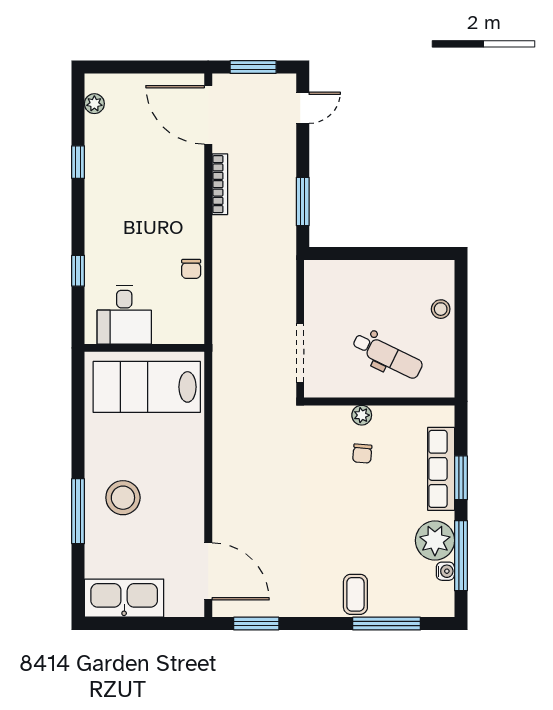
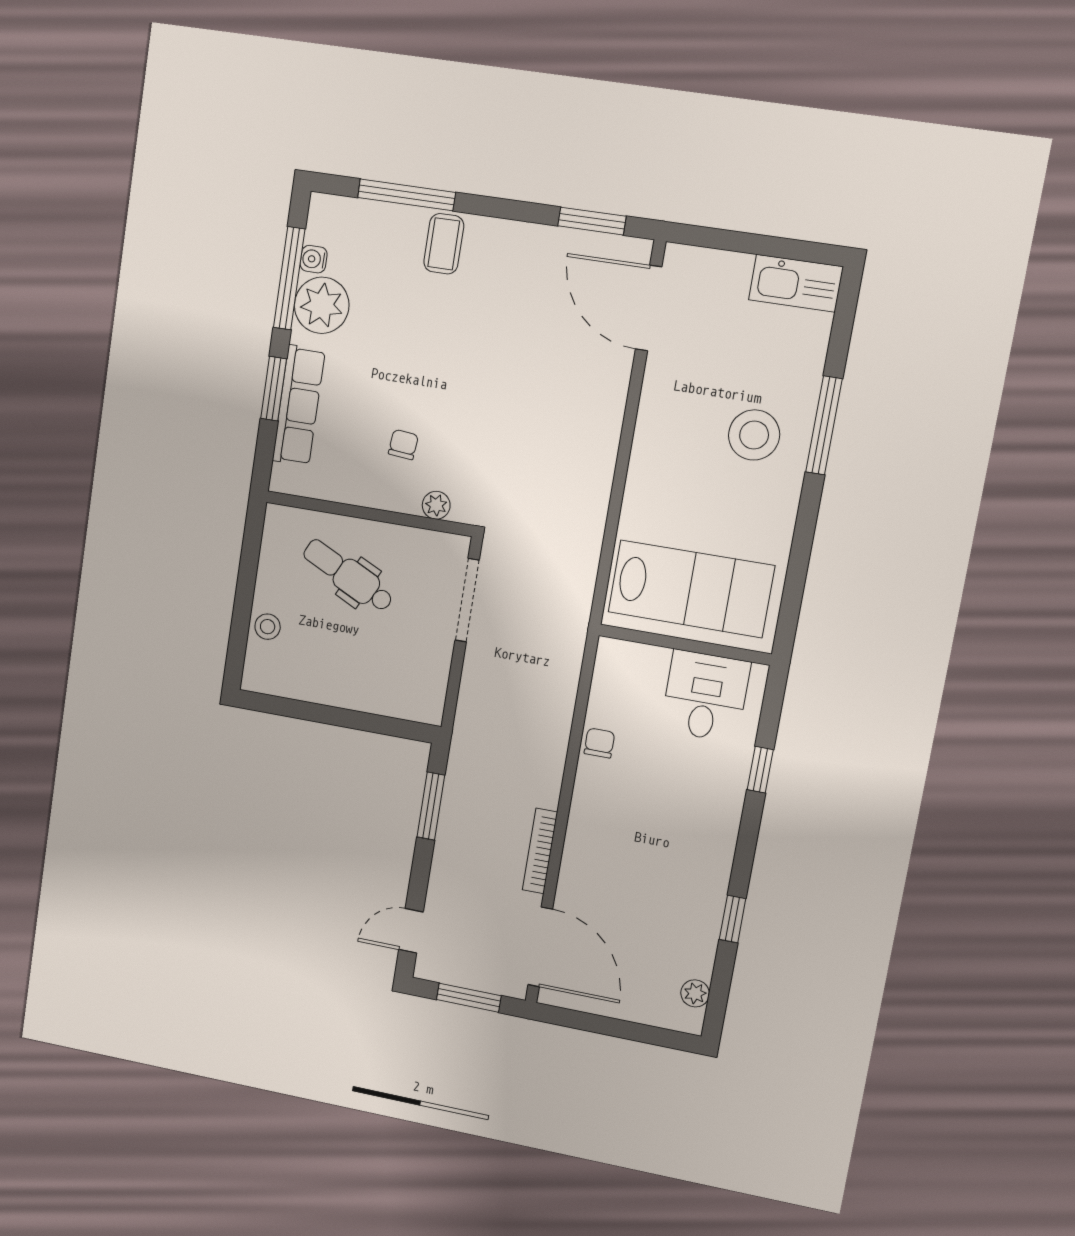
plant: (362, 415) -> (436, 505), moved
kitchen sink: (124, 598) -> (796, 283), width x0.73, depth x0.81

